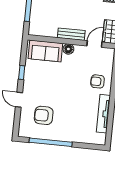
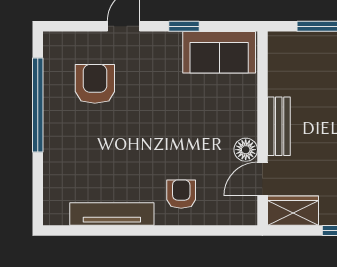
door: (94, 44) -> (262, 179), swing flipped
floor lamp: (68, 49) -> (246, 150), moved
sofa: (45, 51) -> (219, 52), moved, turned -90

